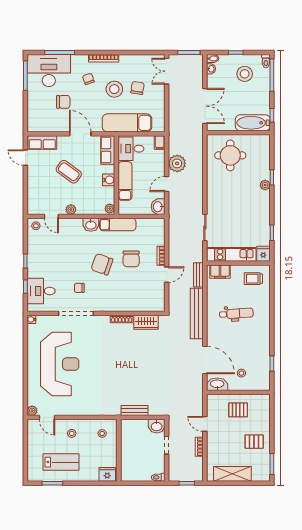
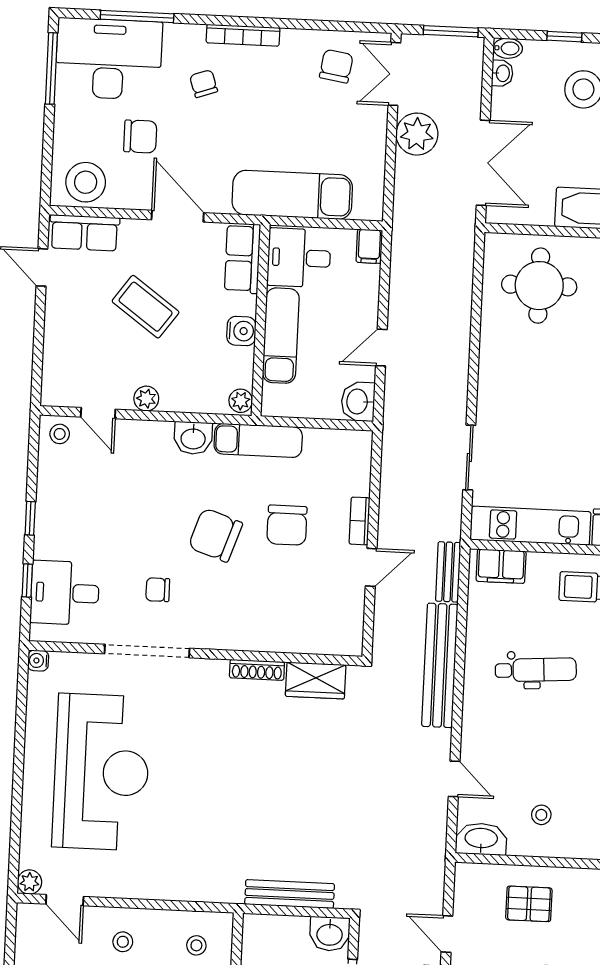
chair: (137, 88) -> (336, 66), moved
stool: (114, 89) -> (86, 182), moved
plant: (177, 163) -> (417, 134), moved
door: (205, 360) -> (454, 779), width x0.53
bench: (135, 411) -> (290, 894), width x1.36

